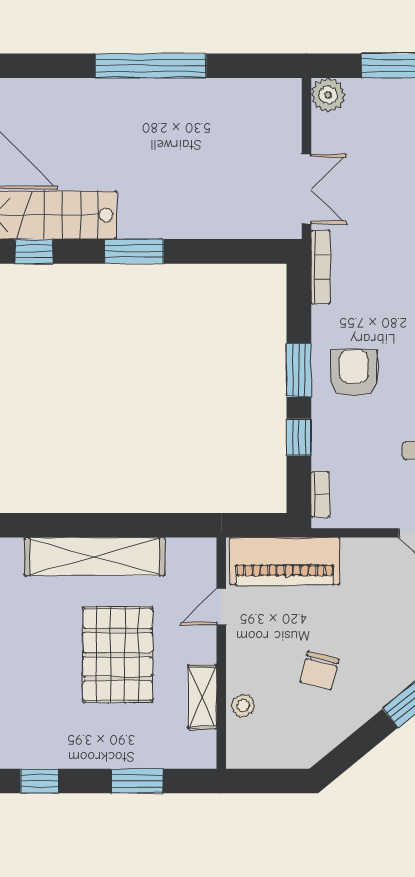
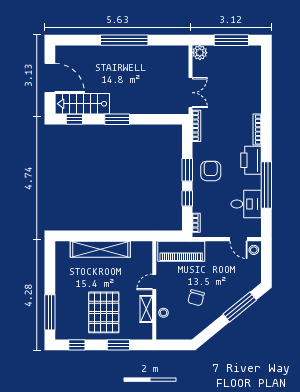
door: (221, 607) -> (154, 282), moved
pallet: (118, 655) -> (104, 312), moved

